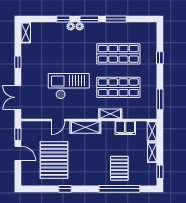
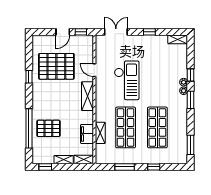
window: (116, 19) -> (191, 145), moved
window: (160, 99) -> (125, 167), moved
shelving: (110, 114) -> (100, 133), moved

